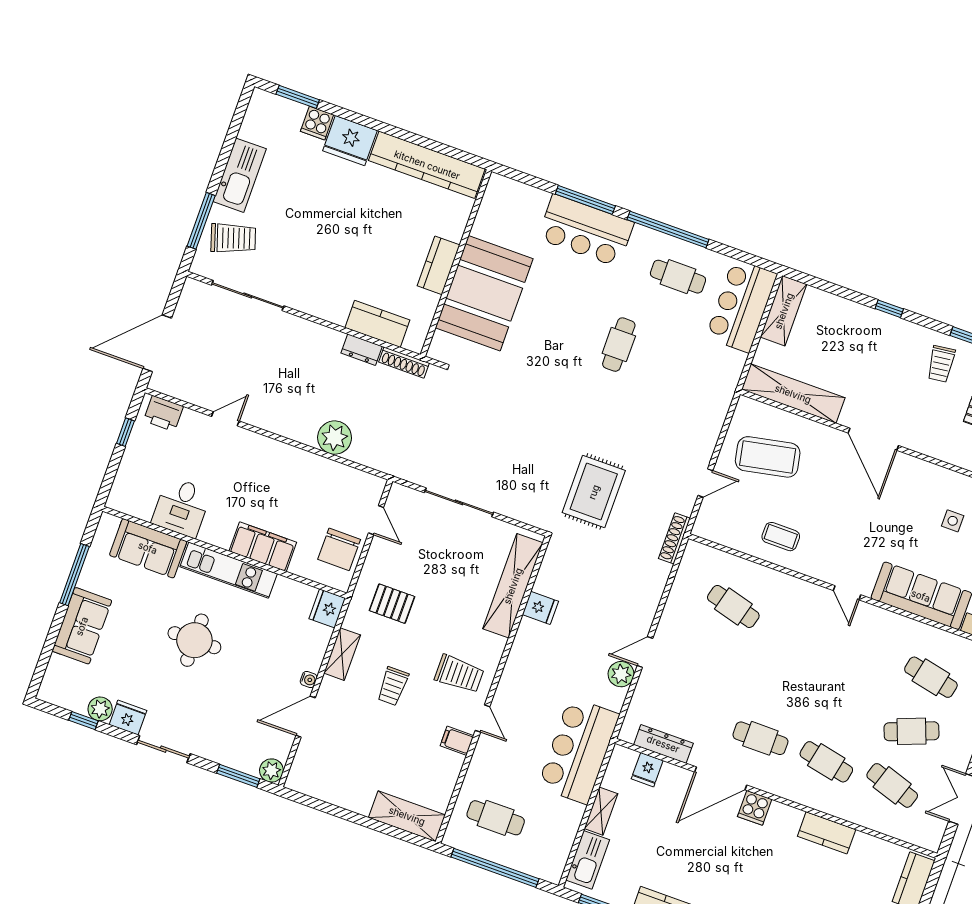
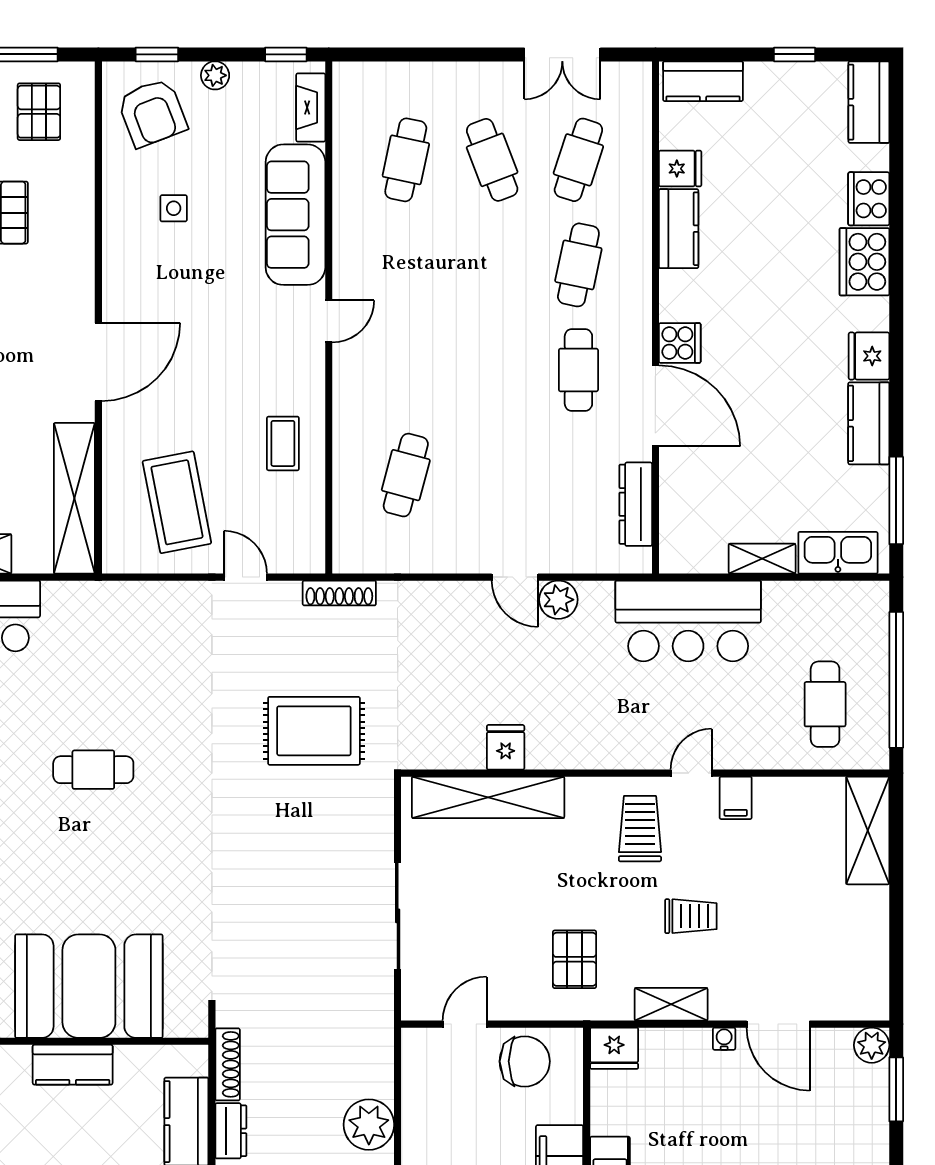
fridge: (647, 770) -> (680, 169), moved

